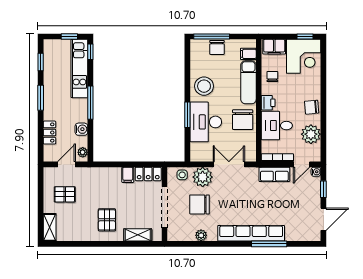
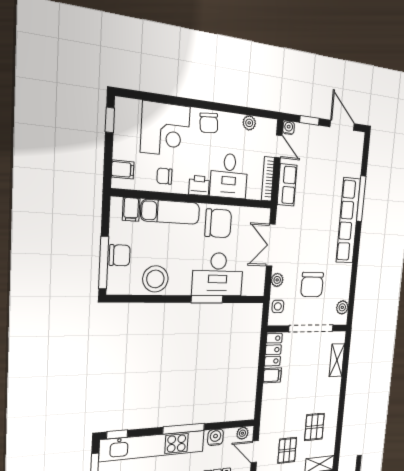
filing cabinet: (274, 47) -> (123, 169), width x0.50
corner desk: (304, 56) -> (165, 129), moved, turned 90
kitchen unit: (79, 68) -> (153, 446), width x1.36
stool: (204, 86) -> (155, 279), moved
plant: (311, 134) -> (249, 123), width x0.53, depth x0.53
plant: (203, 177) -> (277, 280), width x0.53, depth x0.53
pallet: (107, 220) -> (314, 427), moved, turned 90
plant: (201, 235) -> (342, 307), moved

